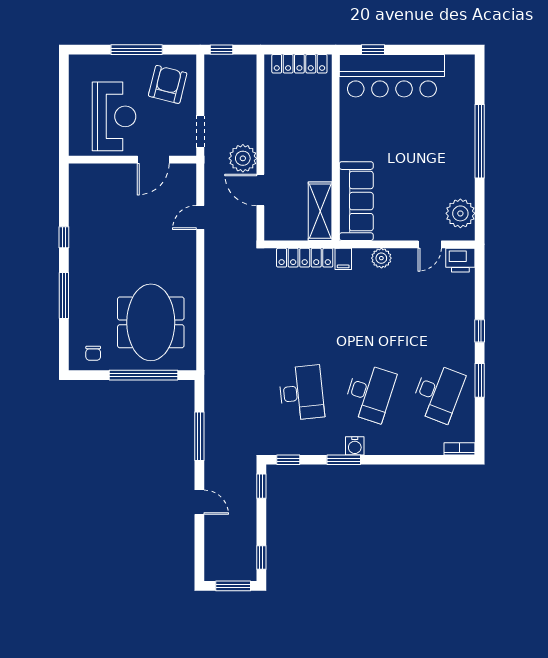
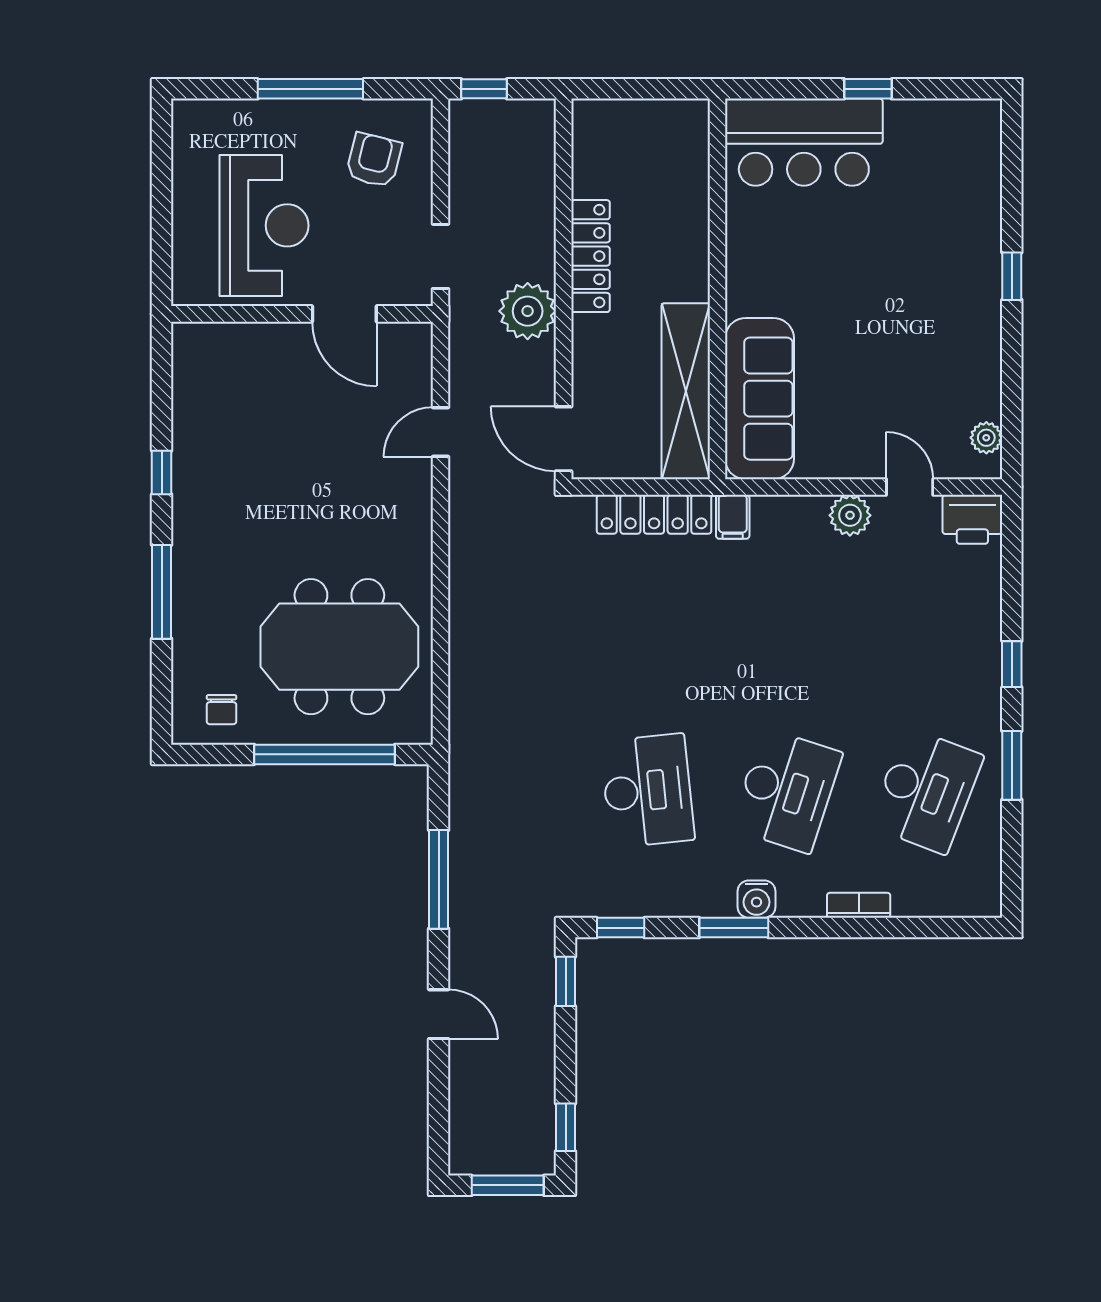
window: (373, 50) -> (868, 89), moved
locker: (299, 64) -> (590, 256), moved, turned -90
bar counter: (392, 76) -> (804, 142), width x0.73
armchair: (168, 84) -> (374, 160), width x0.72, depth x0.72
window: (480, 141) -> (1012, 276), width x0.32
door: (153, 160) -> (344, 314), hinge flipped
door: (260, 190) -> (564, 439), moved
shelving: (320, 211) -> (686, 391), width x1.47
plant: (460, 213) -> (986, 438), width x0.53, depth x0.53
door: (430, 244) -> (910, 487), swing flipped
plant: (381, 258) -> (850, 515), moved
meeting table: (151, 322) -> (339, 647), turned 90
bookcase: (459, 449) -> (859, 905), moved

